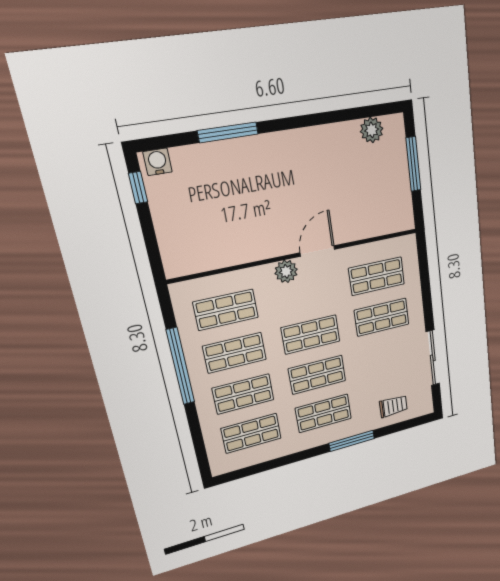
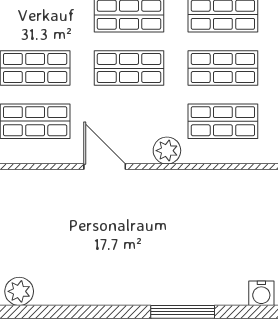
door: (317, 251) -> (105, 167), swing flipped
plant: (286, 271) -> (167, 151), moved

